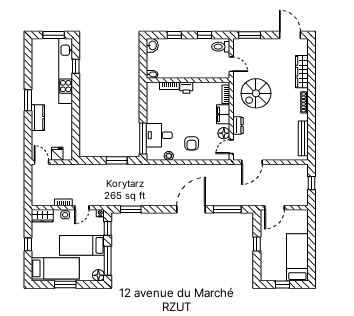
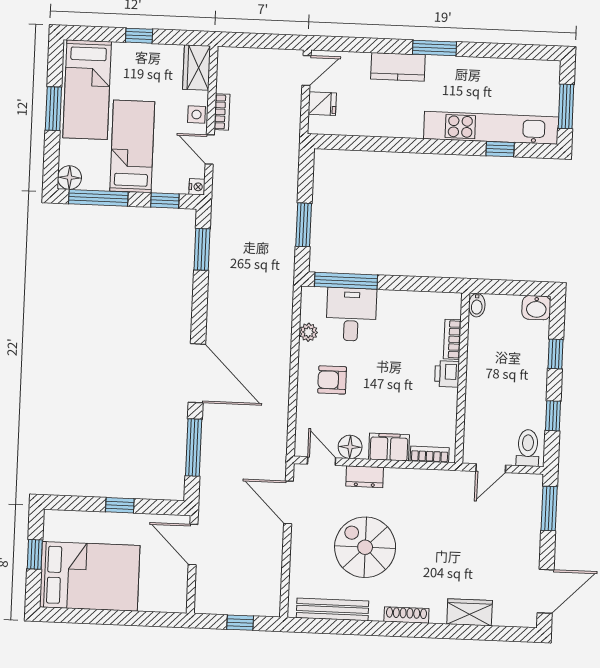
wardrobe: (302, 72) -> (470, 612), width x0.67
spiral stairs: (256, 93) -> (365, 547), moved
bed: (297, 257) -> (90, 576), width x1.50

